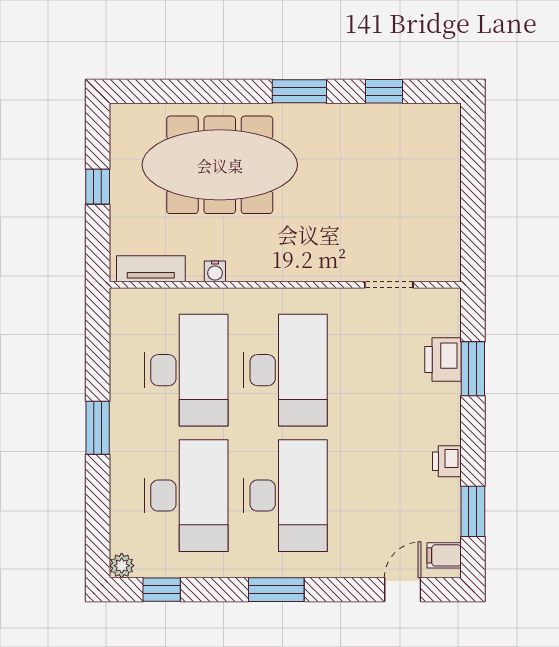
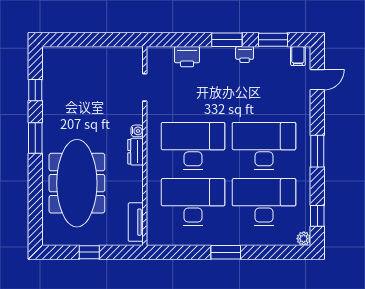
dresser: (275, 268) -> (136, 152), added
water cooler: (215, 271) -> (137, 131), moved
window: (473, 369) -> (227, 40), moved
door: (403, 590) -> (317, 80), swing flipped

